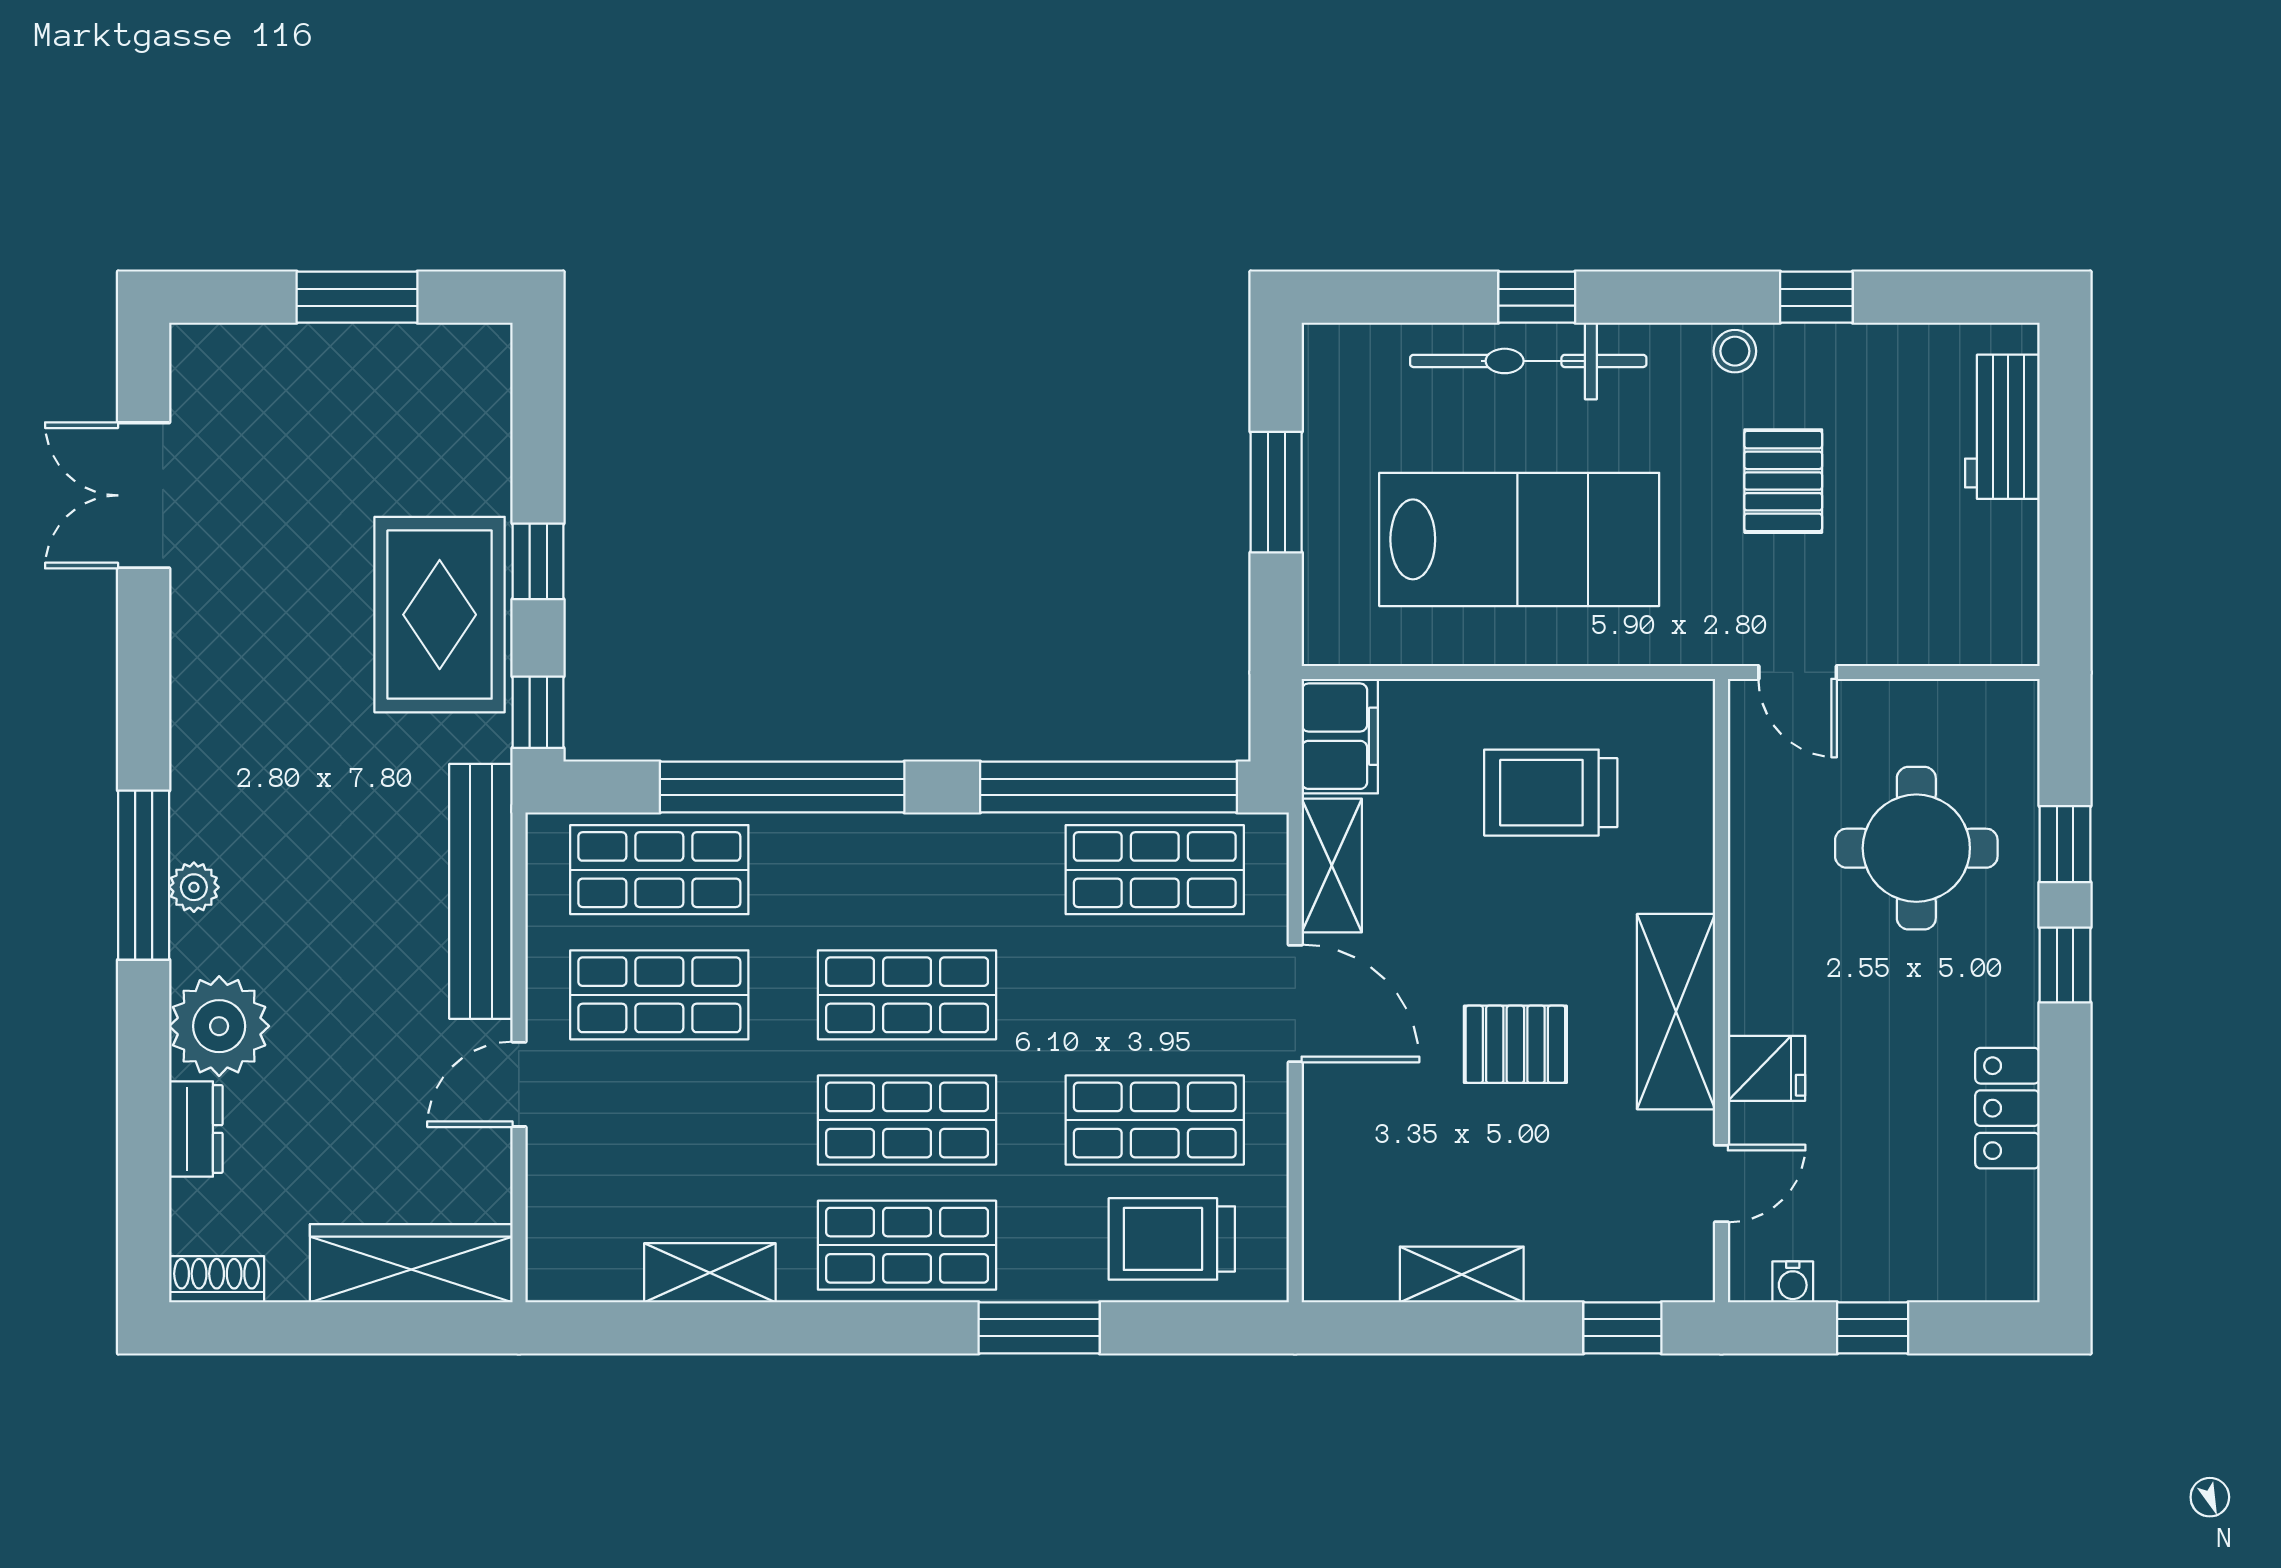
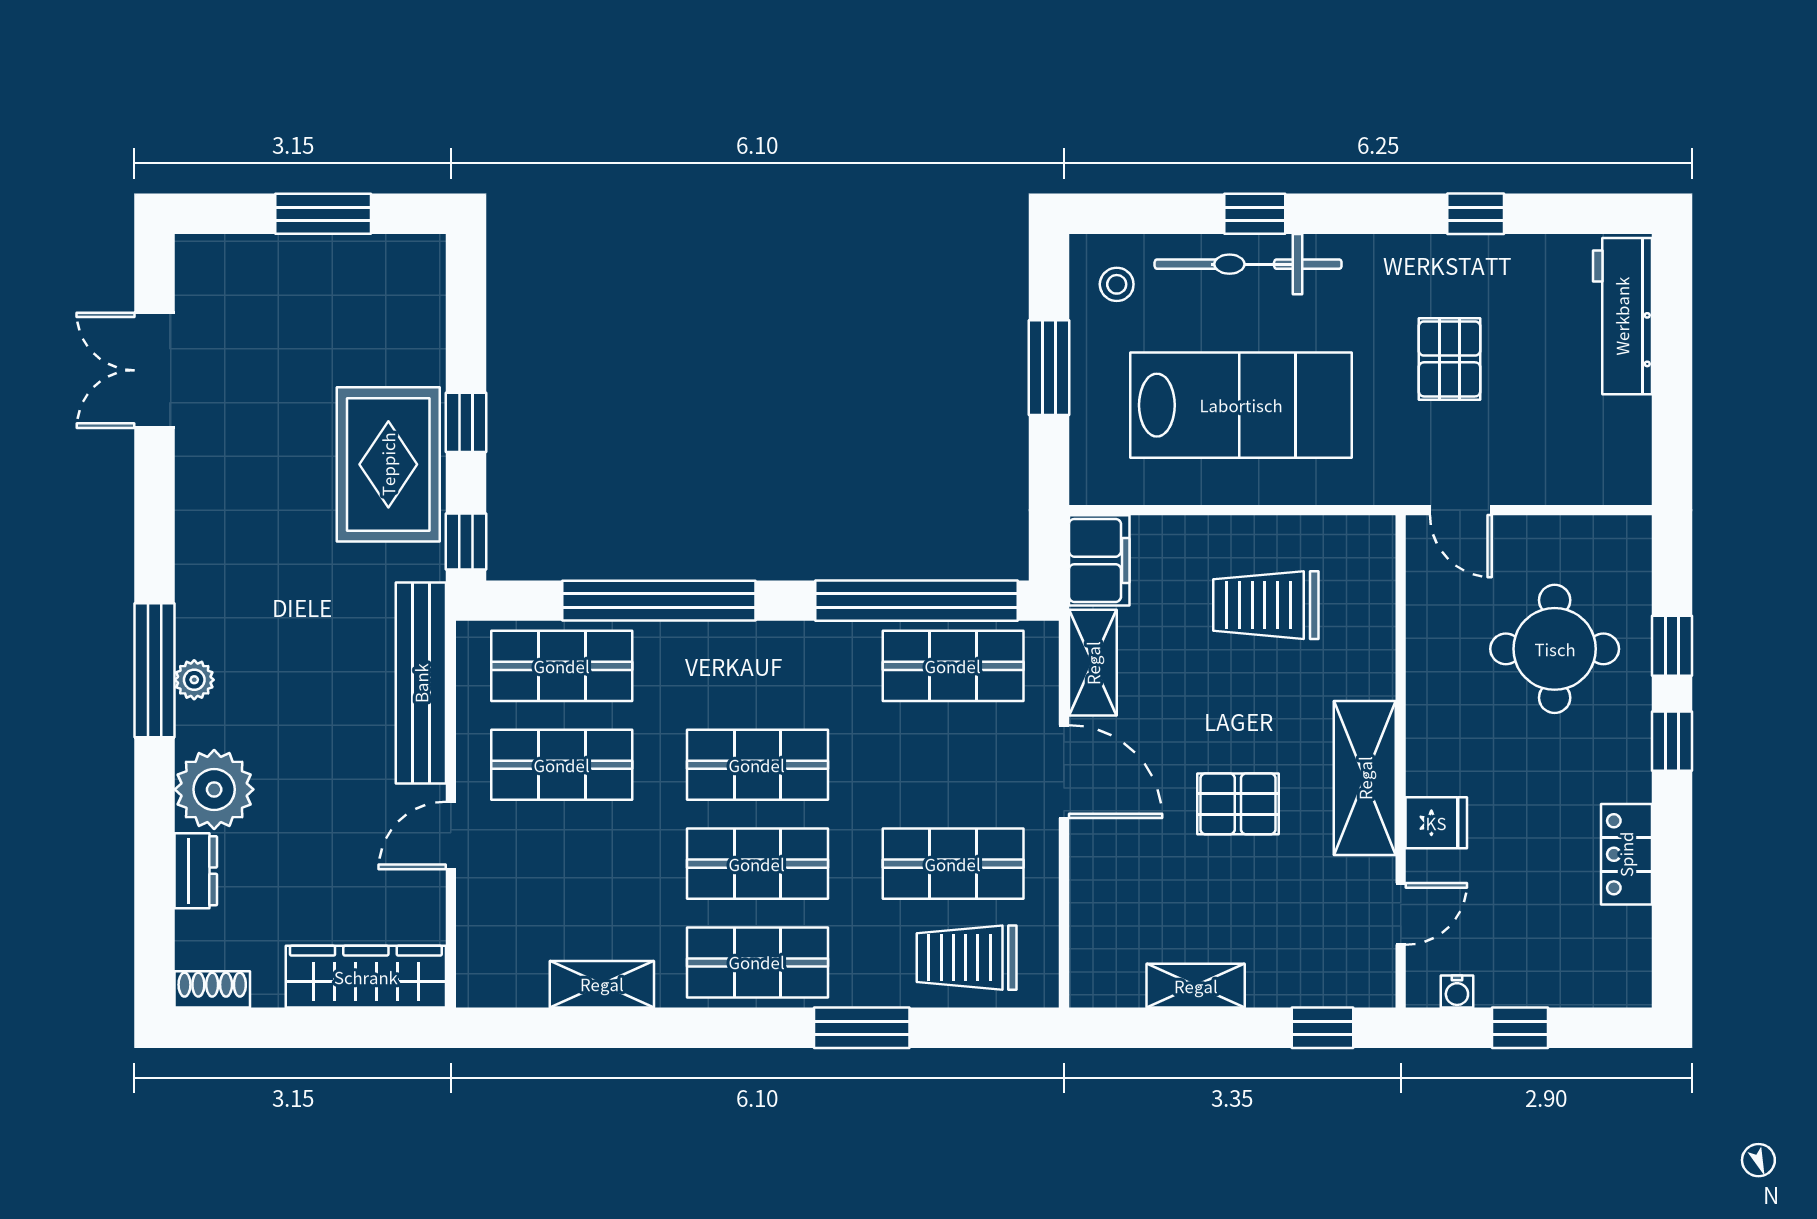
stool: (1735, 351) -> (1117, 284), moved
workbench: (2002, 427) -> (1622, 316), width x1.37

